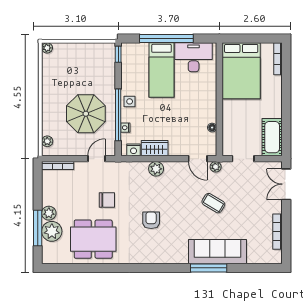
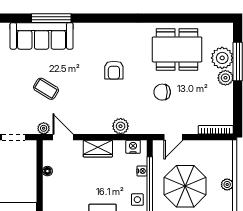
plant: (47, 141) -> (227, 185), moved
wardrobe: (155, 148) -> (98, 149), moved
plant: (156, 169) -> (121, 126), moved

